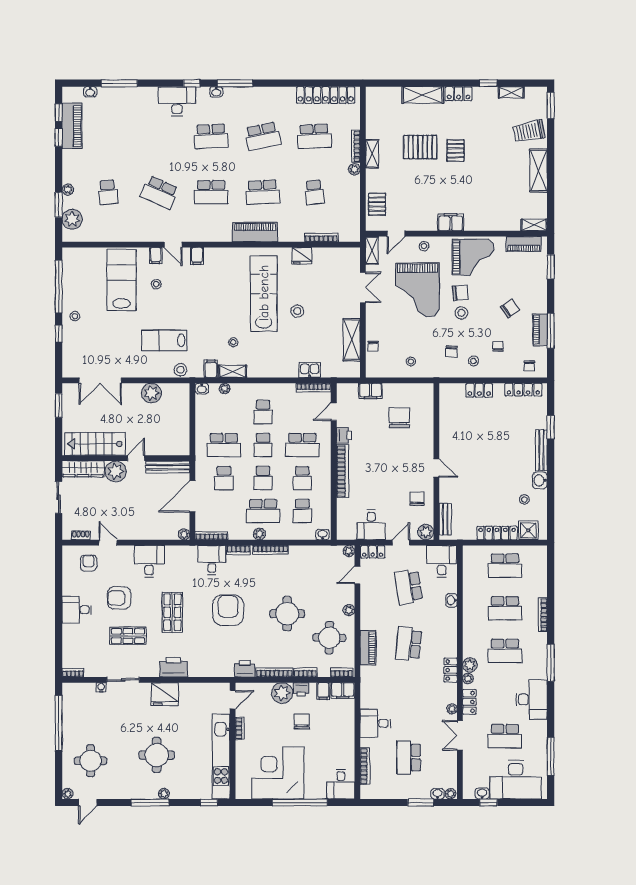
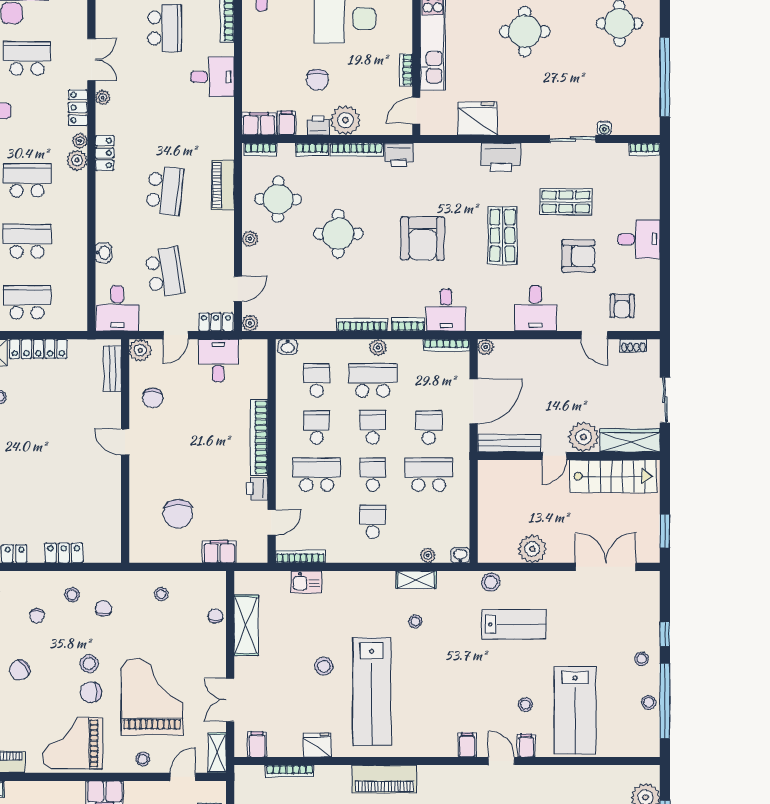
stool: (70, 286) -> (649, 702), added
filing cabinet: (211, 369) -> (257, 744), moved, turned 180
fridge: (165, 694) -> (477, 119), moved

